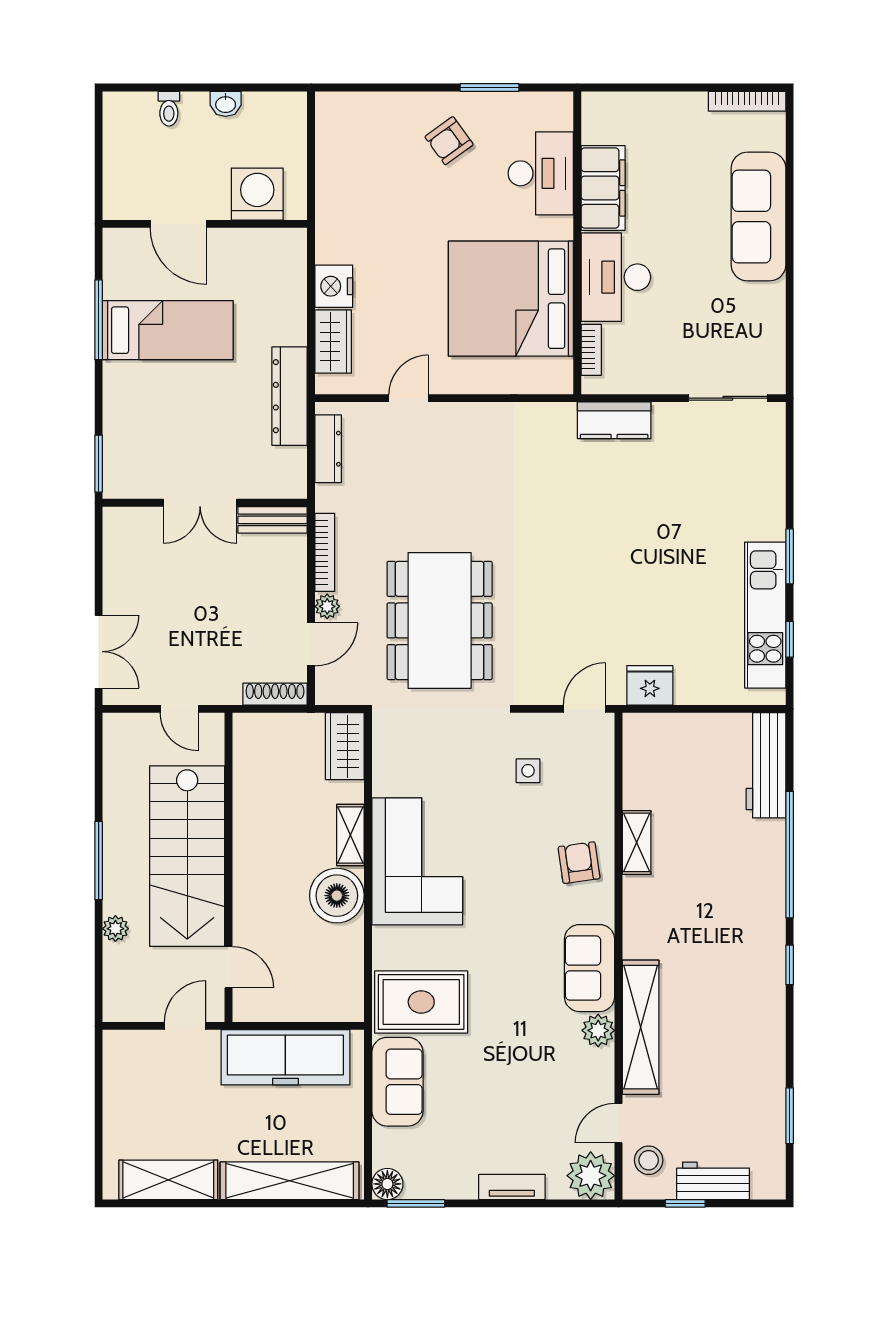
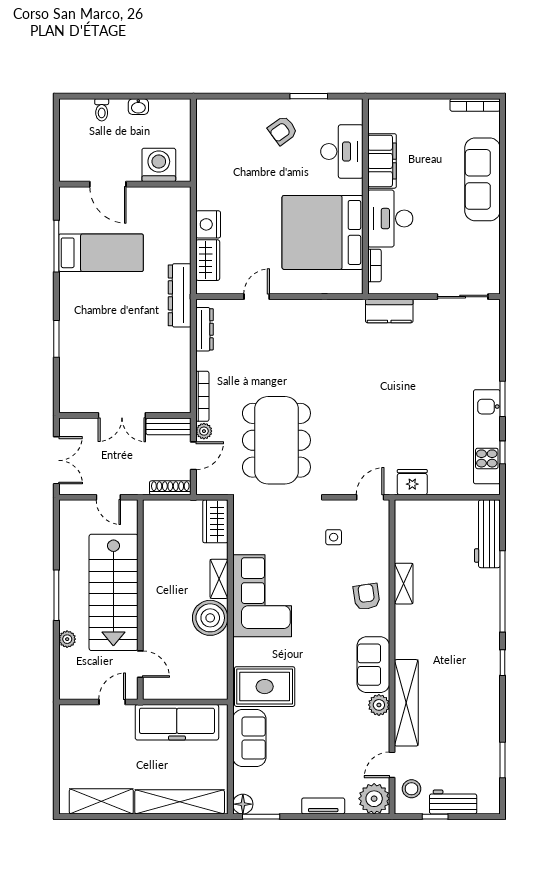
double door: (200, 503) -> (122, 415), moved
wall: (205, 503) -> (125, 415), moved
bench: (272, 520) -> (169, 426), moved

